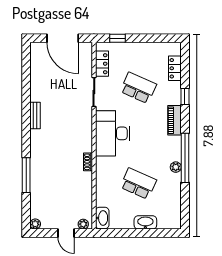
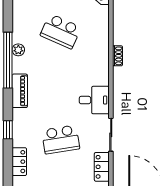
school desk: (138, 88) -> (61, 140), turned -33
piano: (174, 120) -> (20, 91), moved
desk: (113, 133) -> (94, 100), width x0.53, depth x0.77

